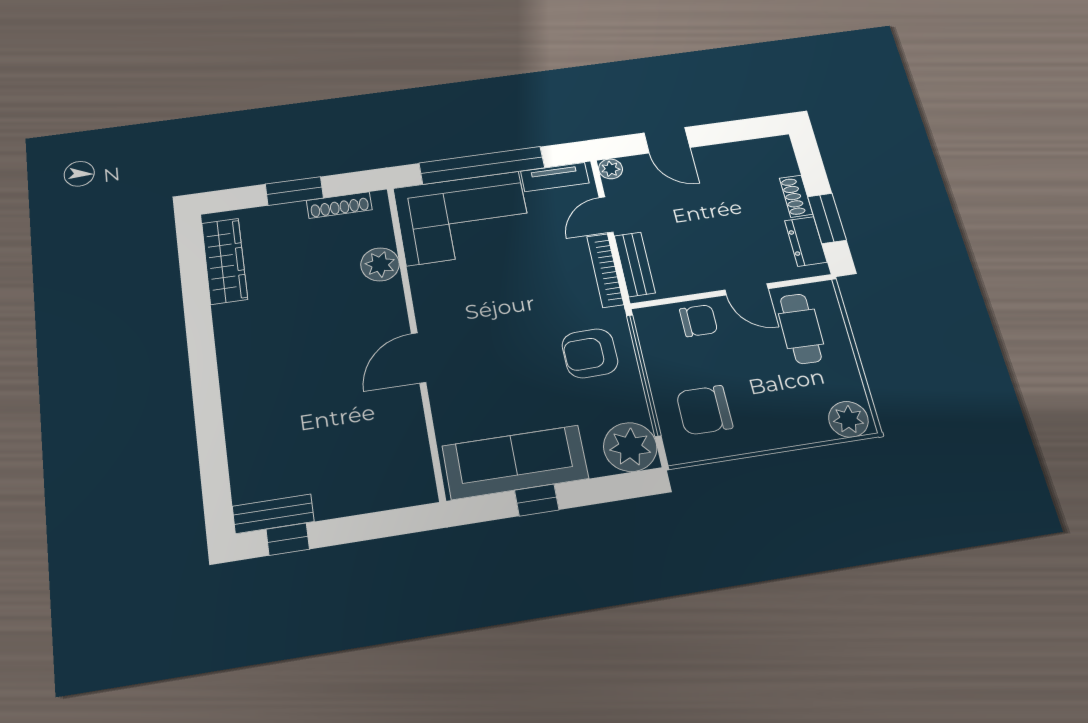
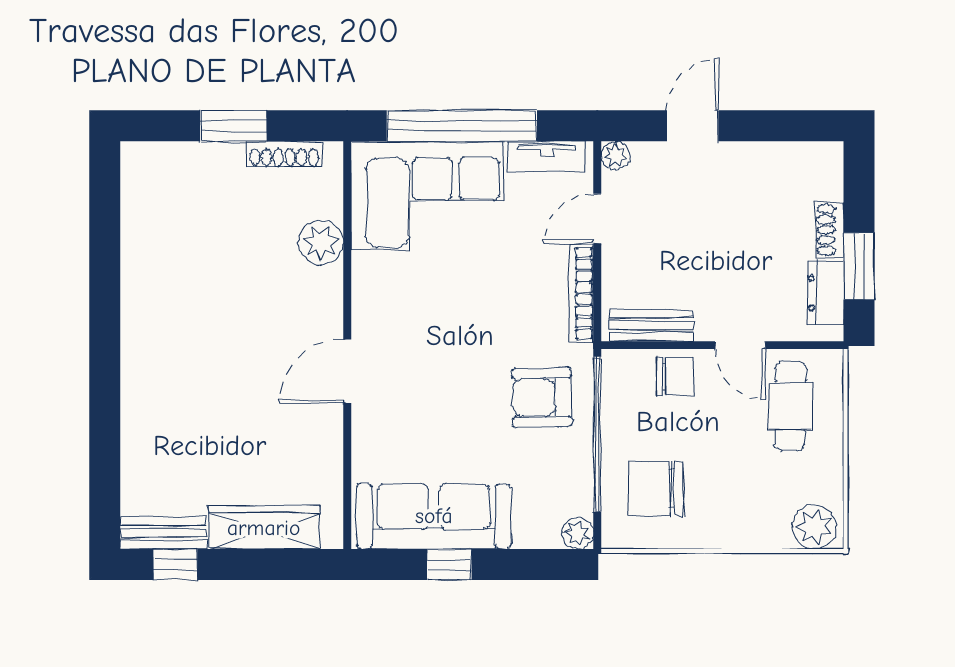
door: (667, 140) -> (693, 126), swing flipped
wardrobe: (224, 261) -> (264, 528), moved, turned -90
bench: (635, 264) -> (651, 325), moved, turned 90
plant: (630, 447) -> (578, 533), width x0.53, depth x0.53

